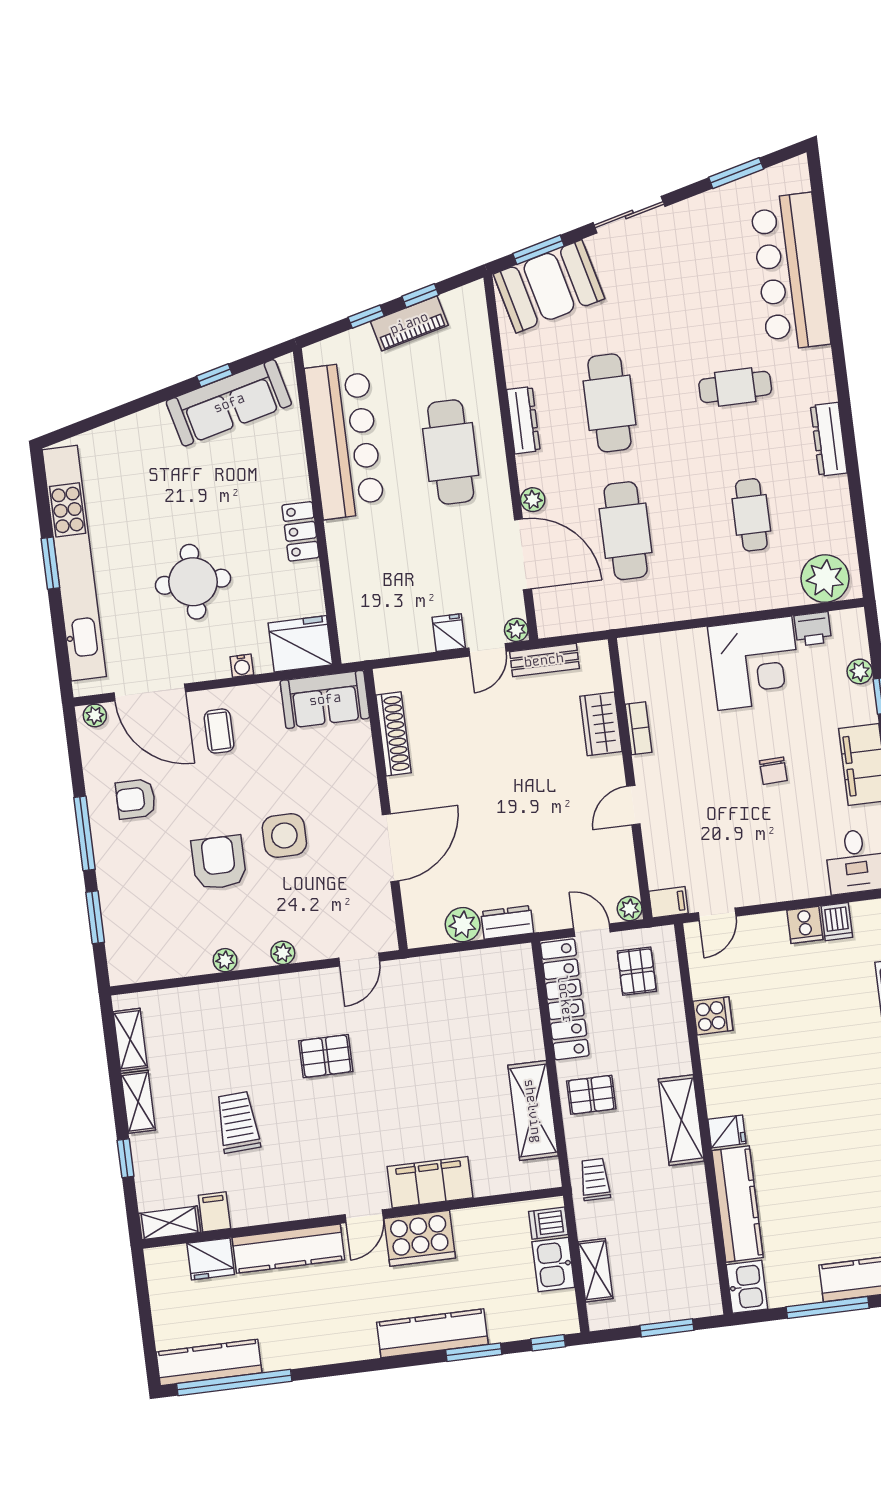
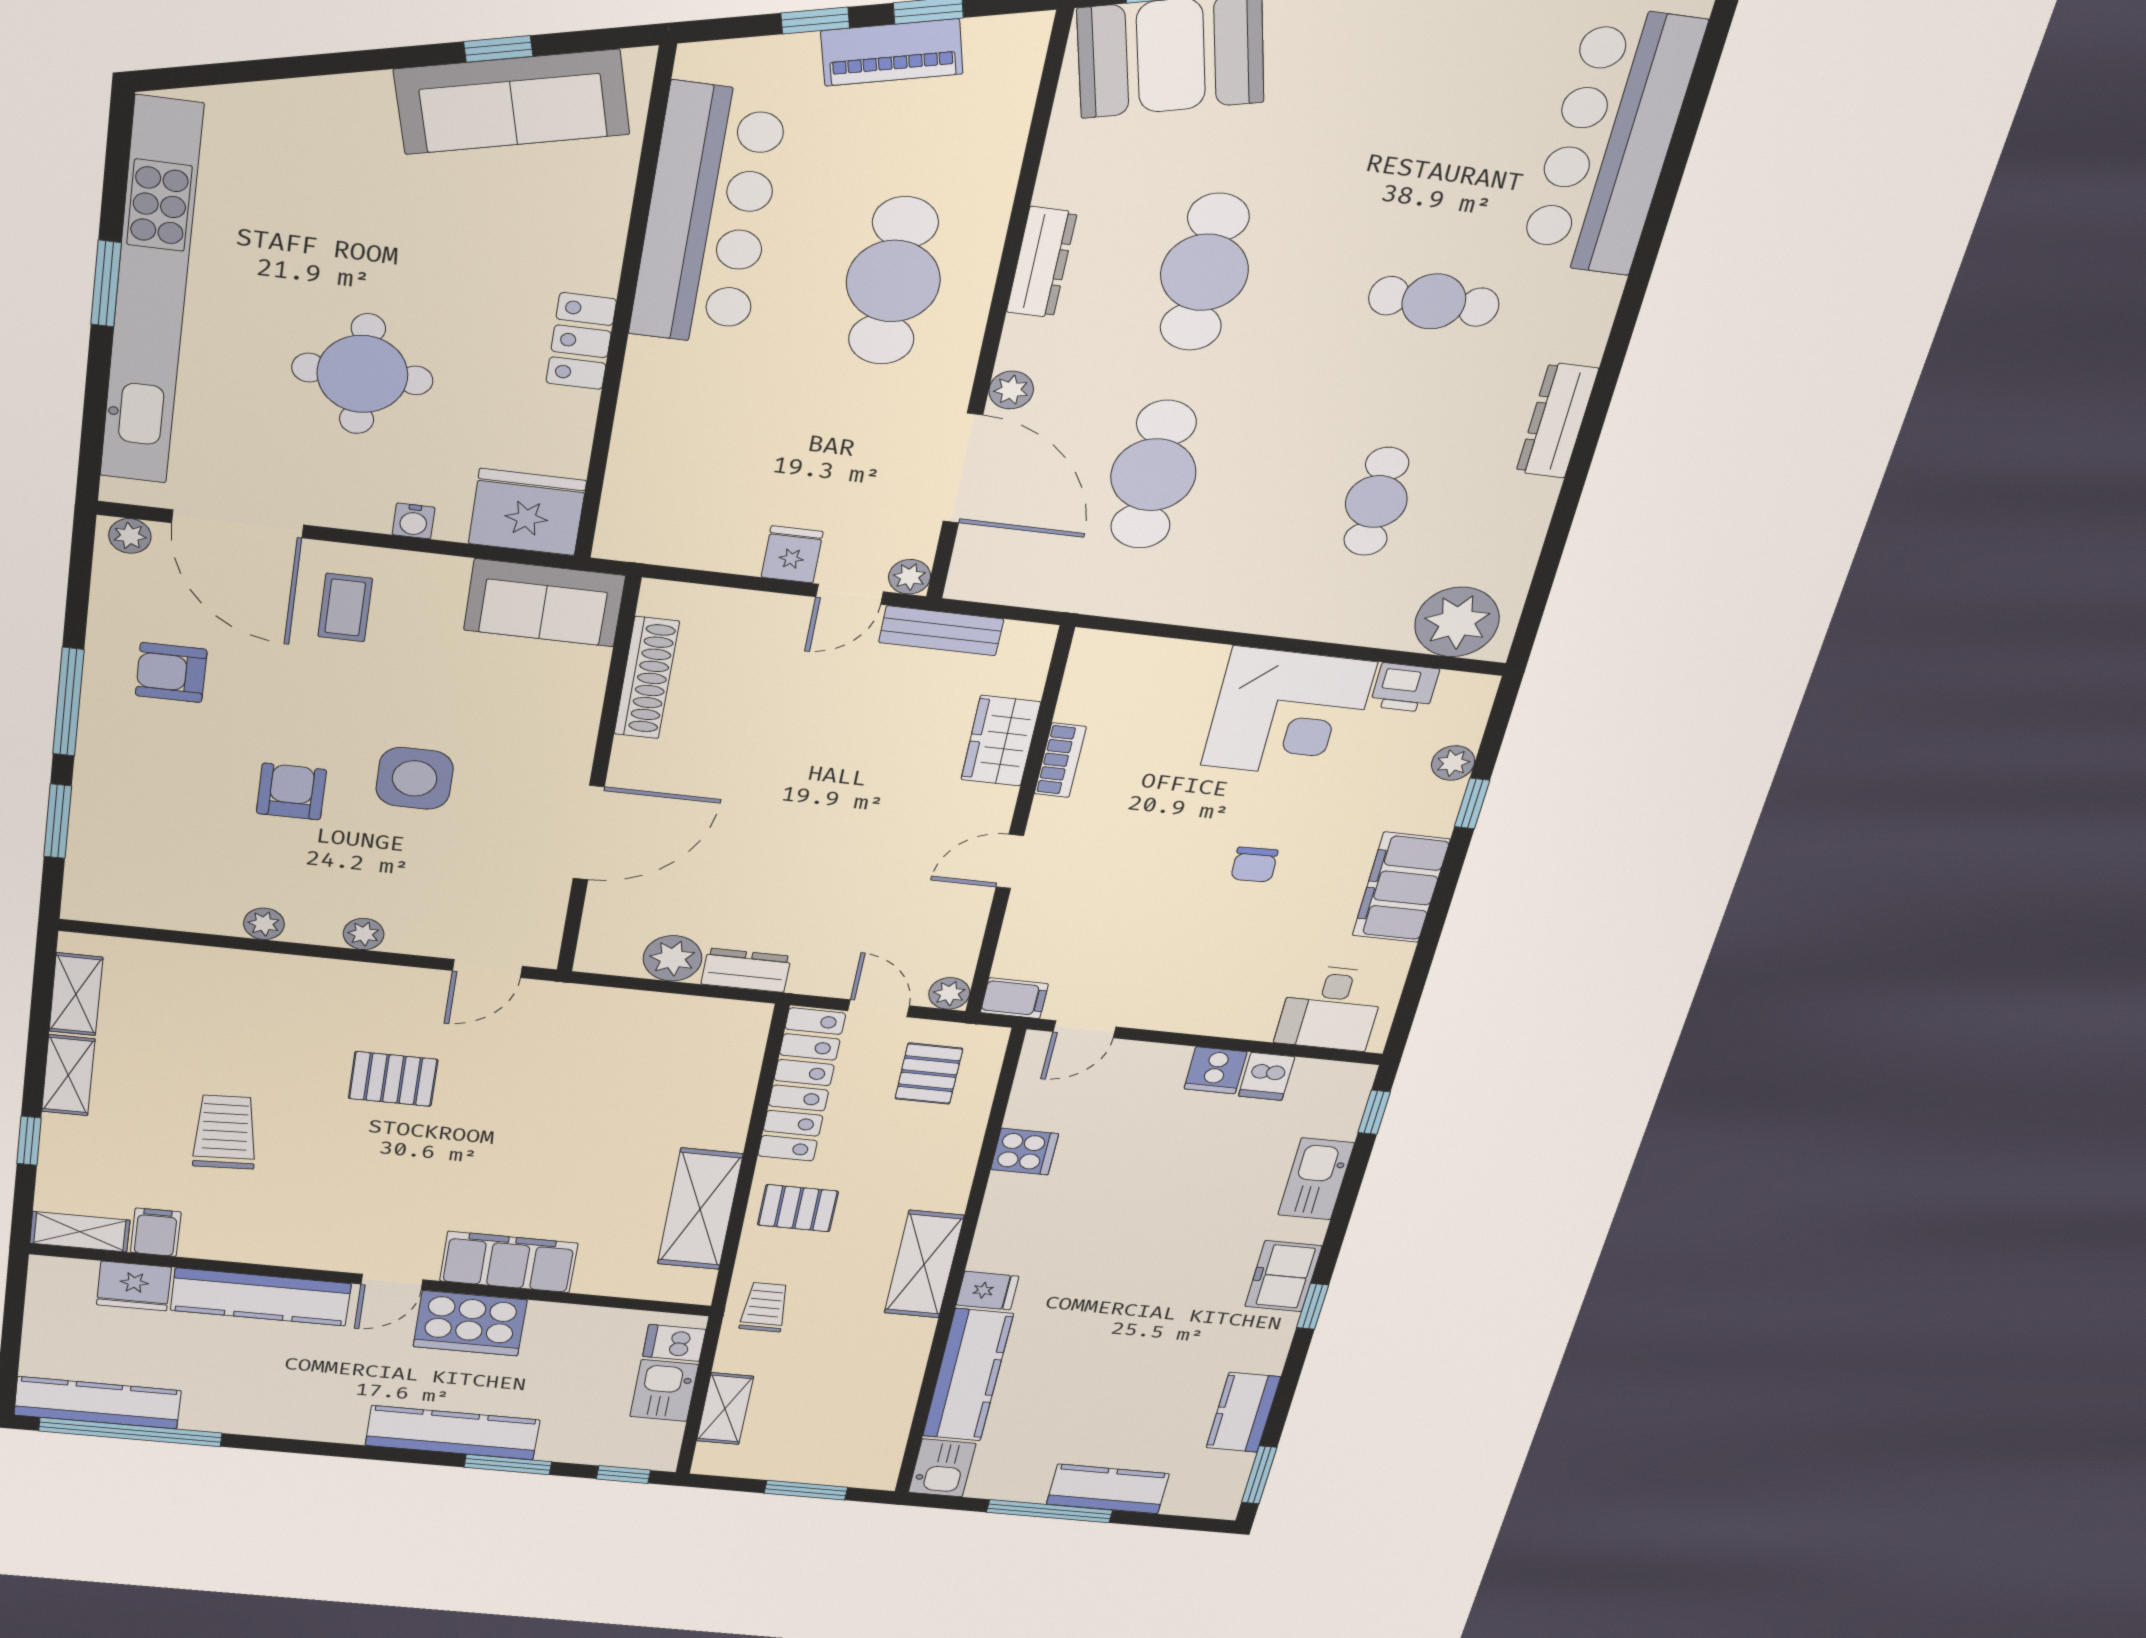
armchair: (219, 862) -> (291, 791), width x0.72, depth x0.72

